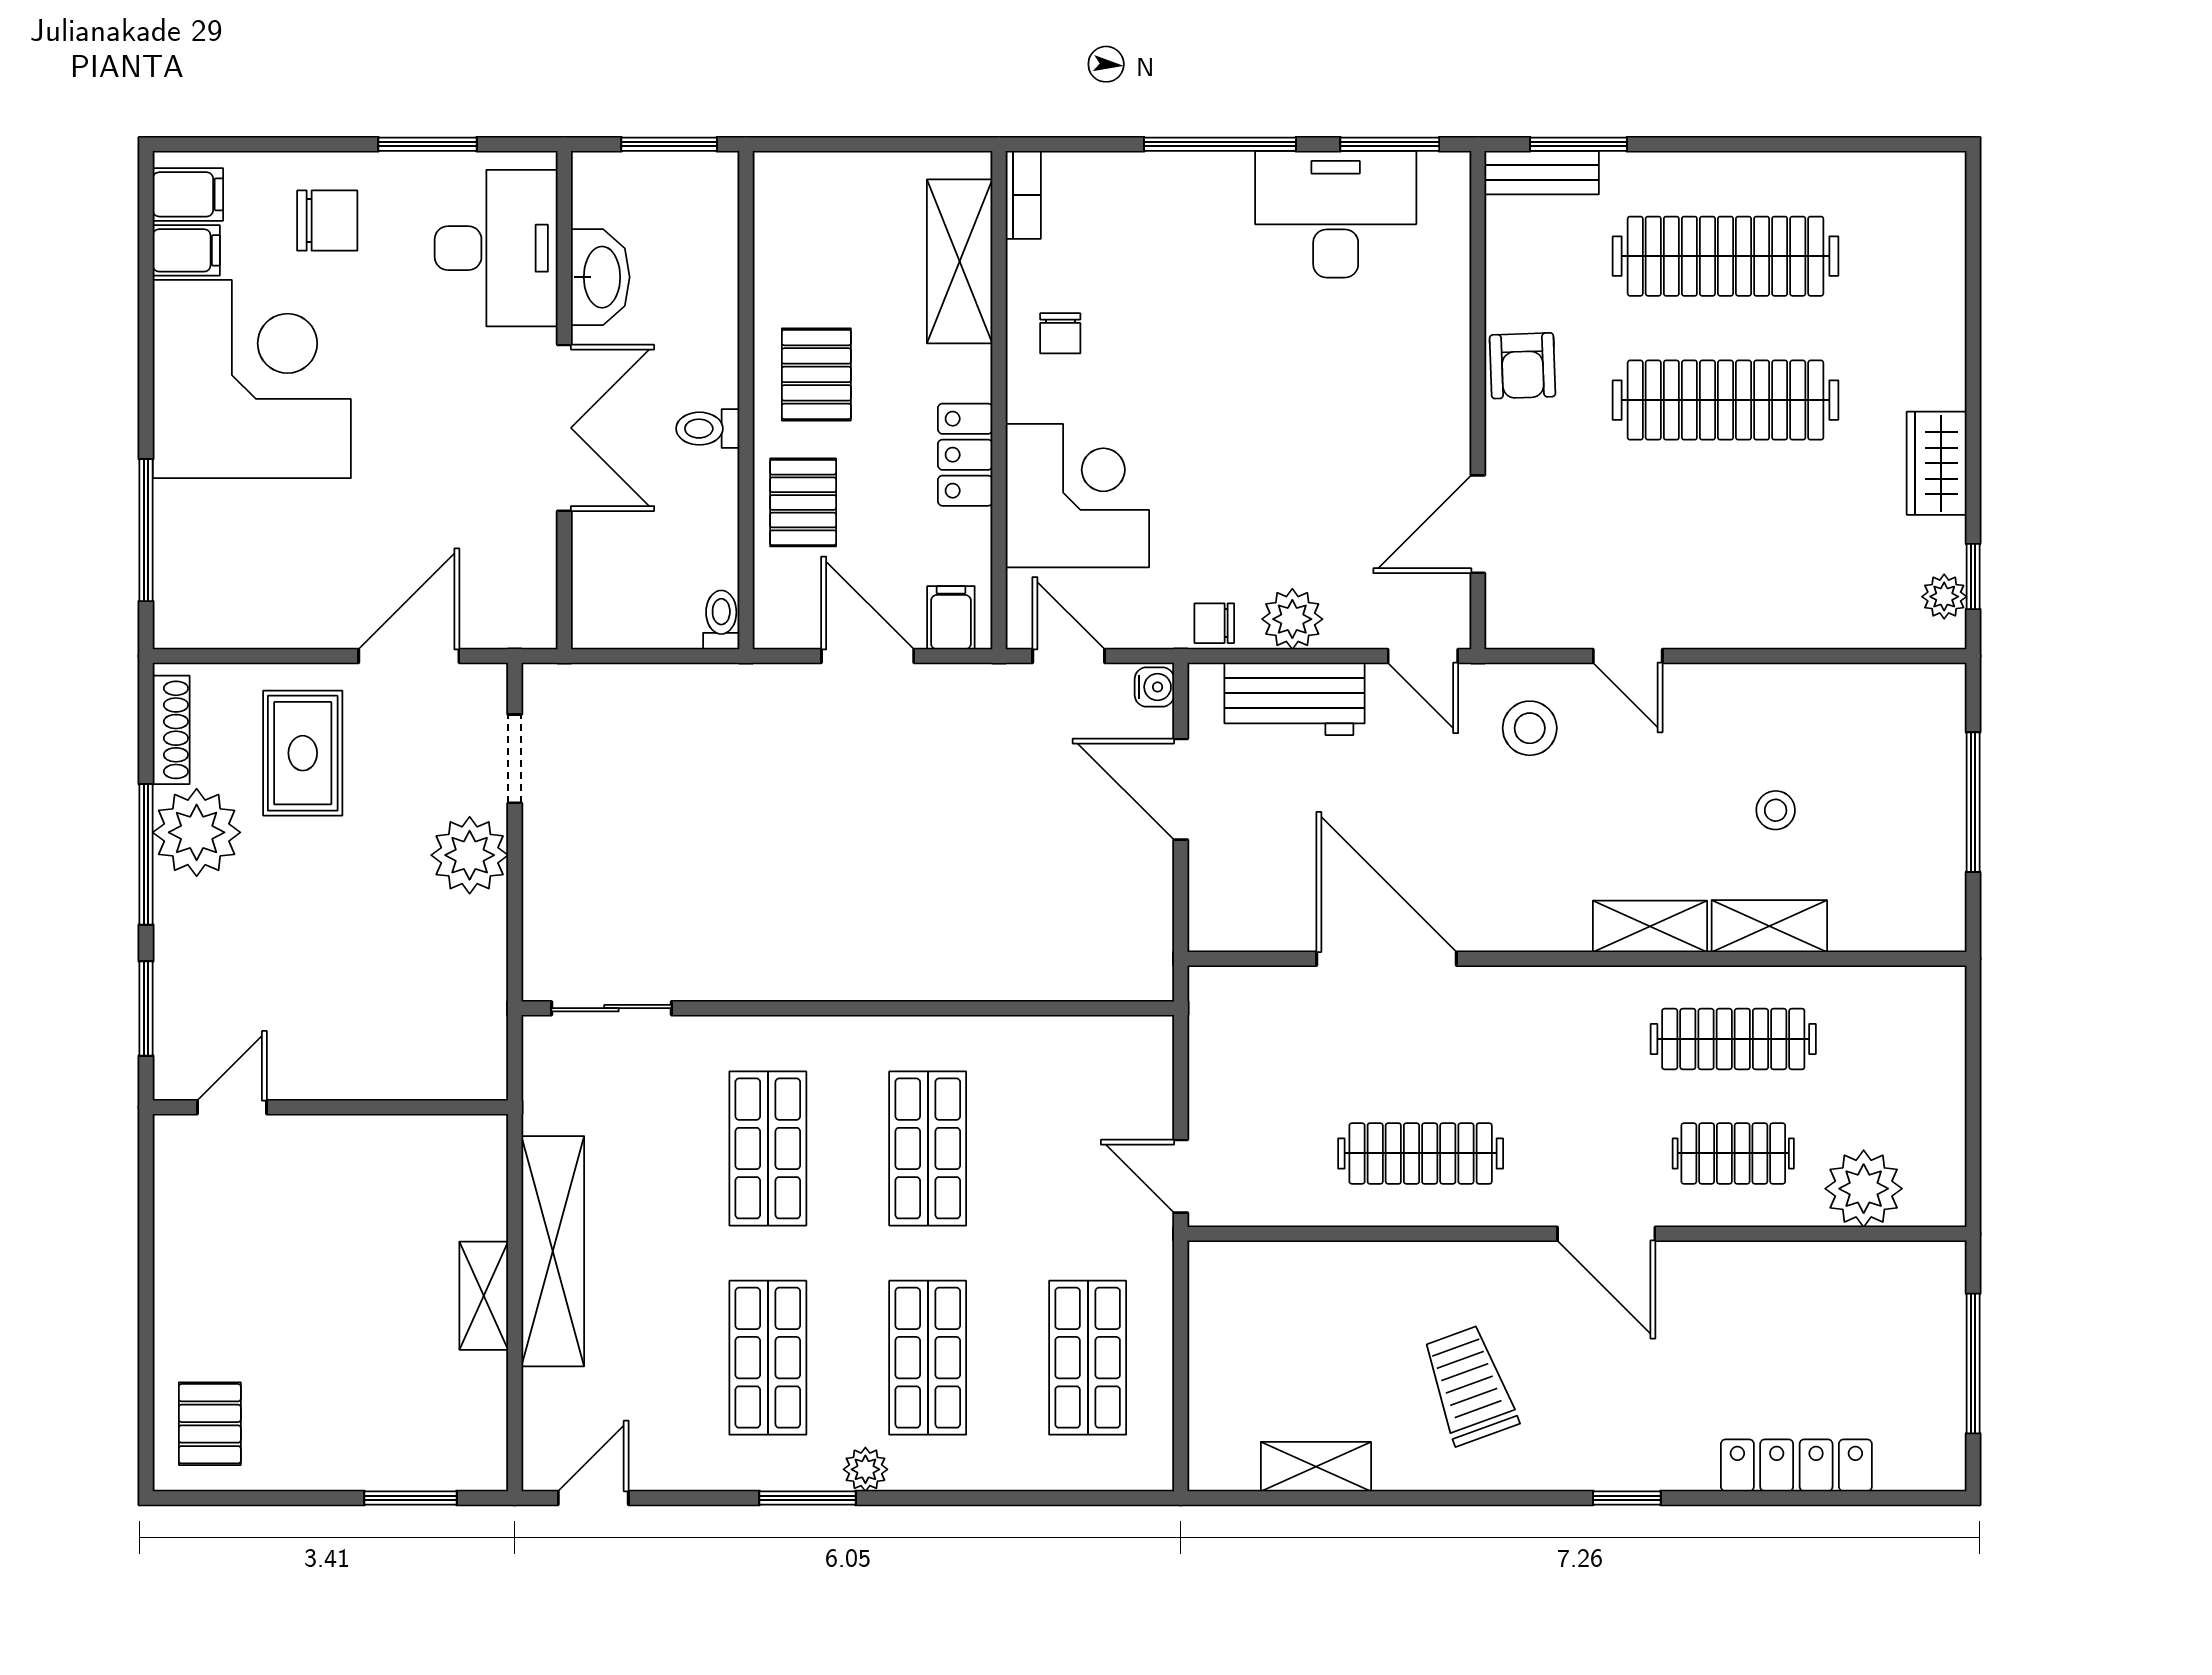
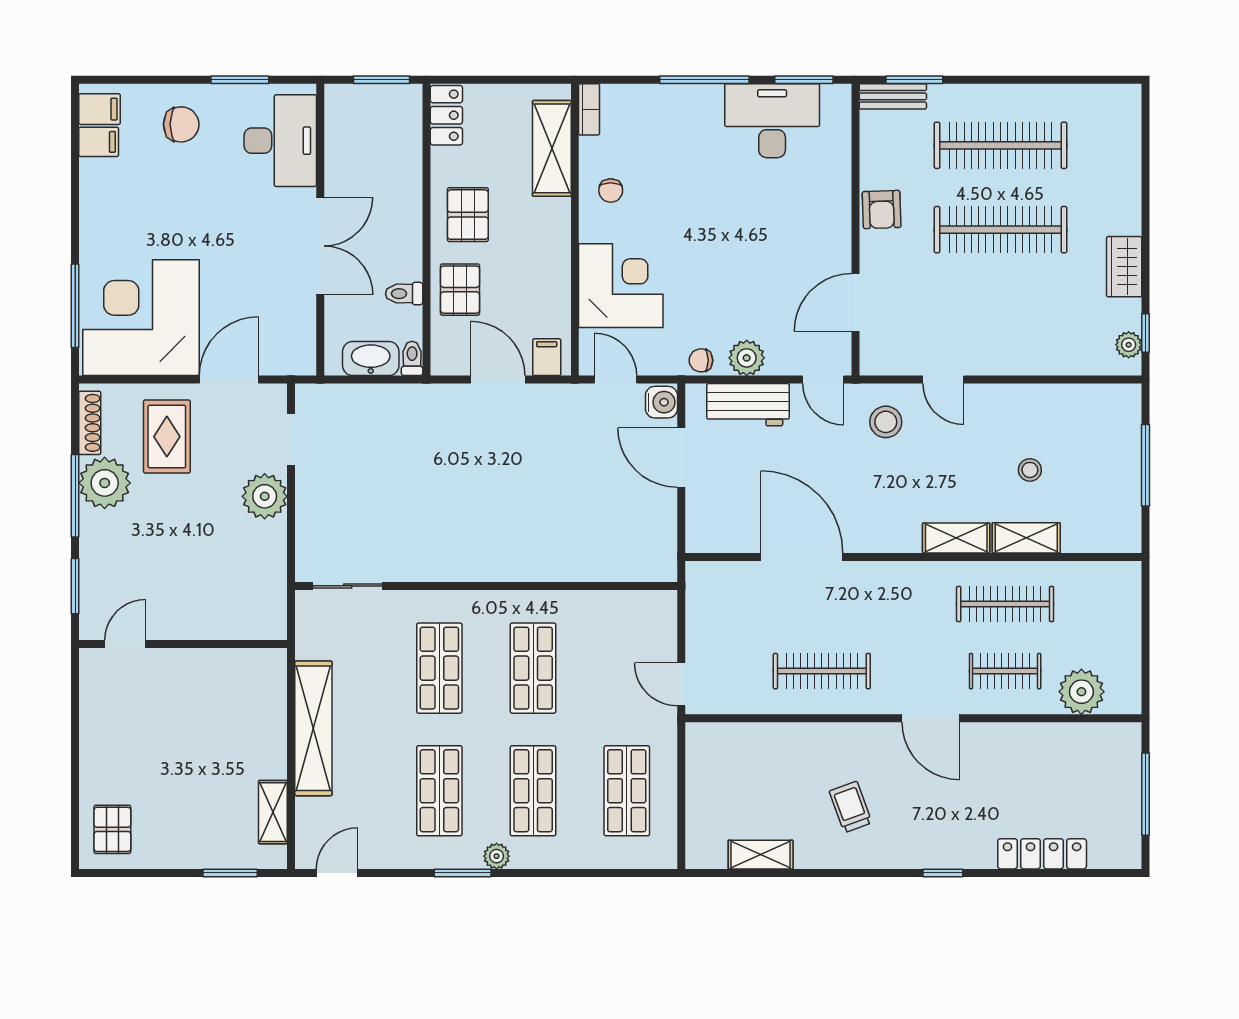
washbasin: (600, 277) -> (371, 359), moved, turned -90
corner desk: (252, 379) -> (141, 318), moved, turned -90
toilet: (708, 429) -> (404, 294), moved
locker: (965, 455) -> (446, 115), moved, turned 180
water cooler: (1154, 687) -> (661, 402), width x1.38, depth x1.38
shelving: (484, 1296) -> (273, 812), moved
trolley: (1470, 1385) -> (851, 807), width x0.73, depth x0.72

